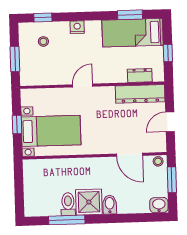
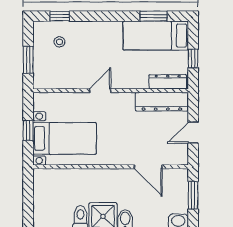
nightstand: (77, 27) -> (96, 28), removed
dresser: (140, 75) -> (168, 82), width x1.44
stool: (158, 161) -> (179, 175), removed

